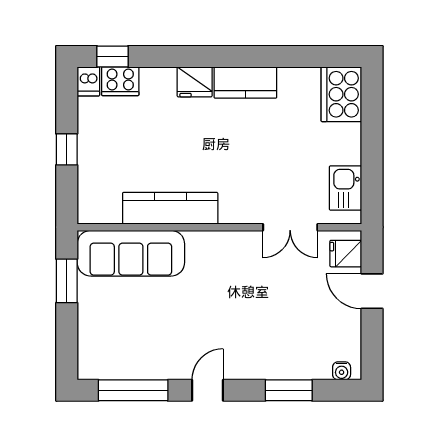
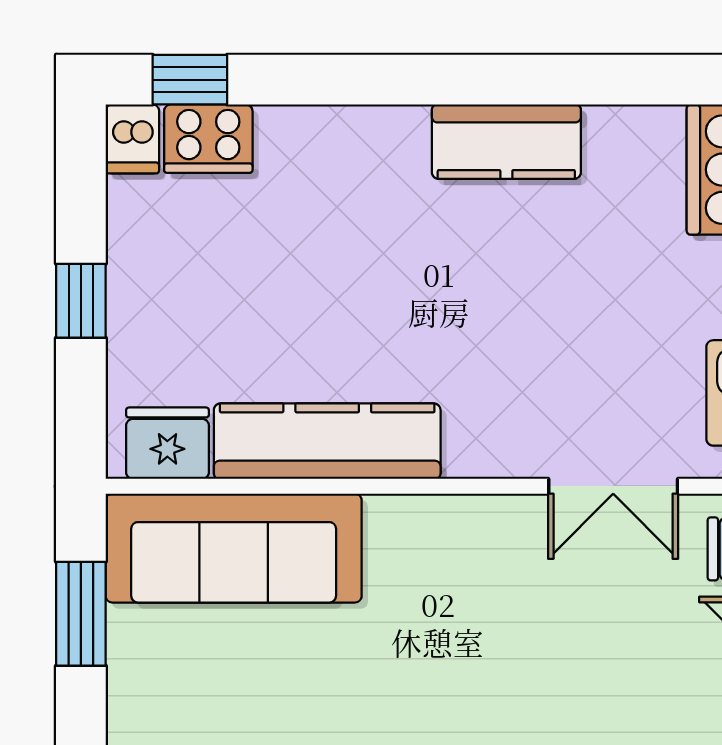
fridge: (195, 82) -> (167, 443), moved, turned 180

